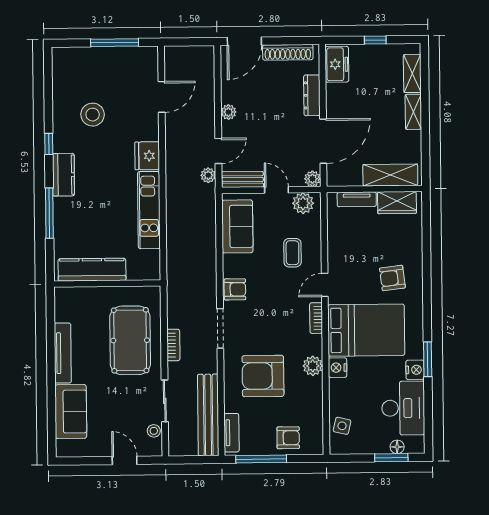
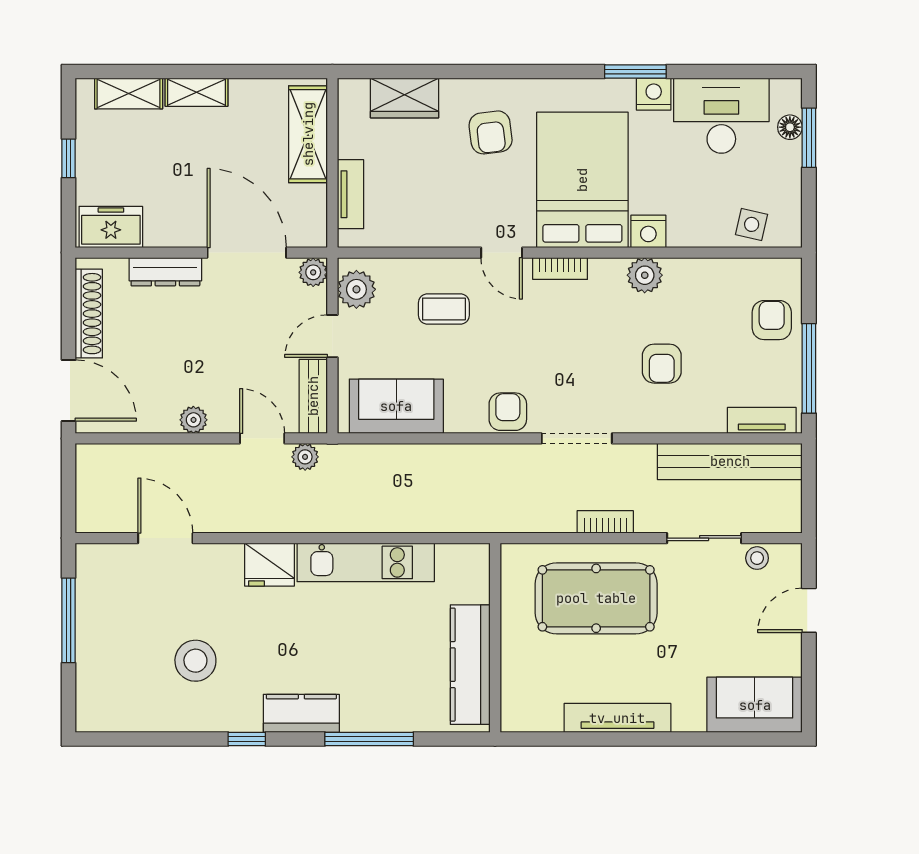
wardrobe: (397, 203) -> (405, 98), moved, turned 90
armchair: (263, 376) -> (662, 364), width x0.53, depth x0.53
sofa: (71, 412) -> (755, 705), moved

